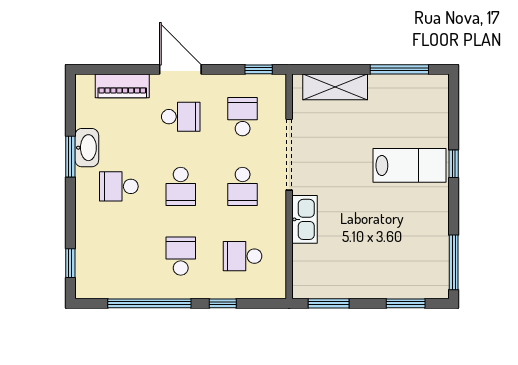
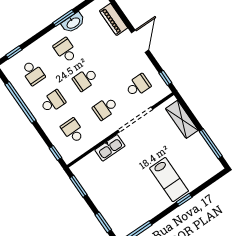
school desk: (181, 117) -> (33, 73), moved
window: (223, 303) -> (55, 153), moved

